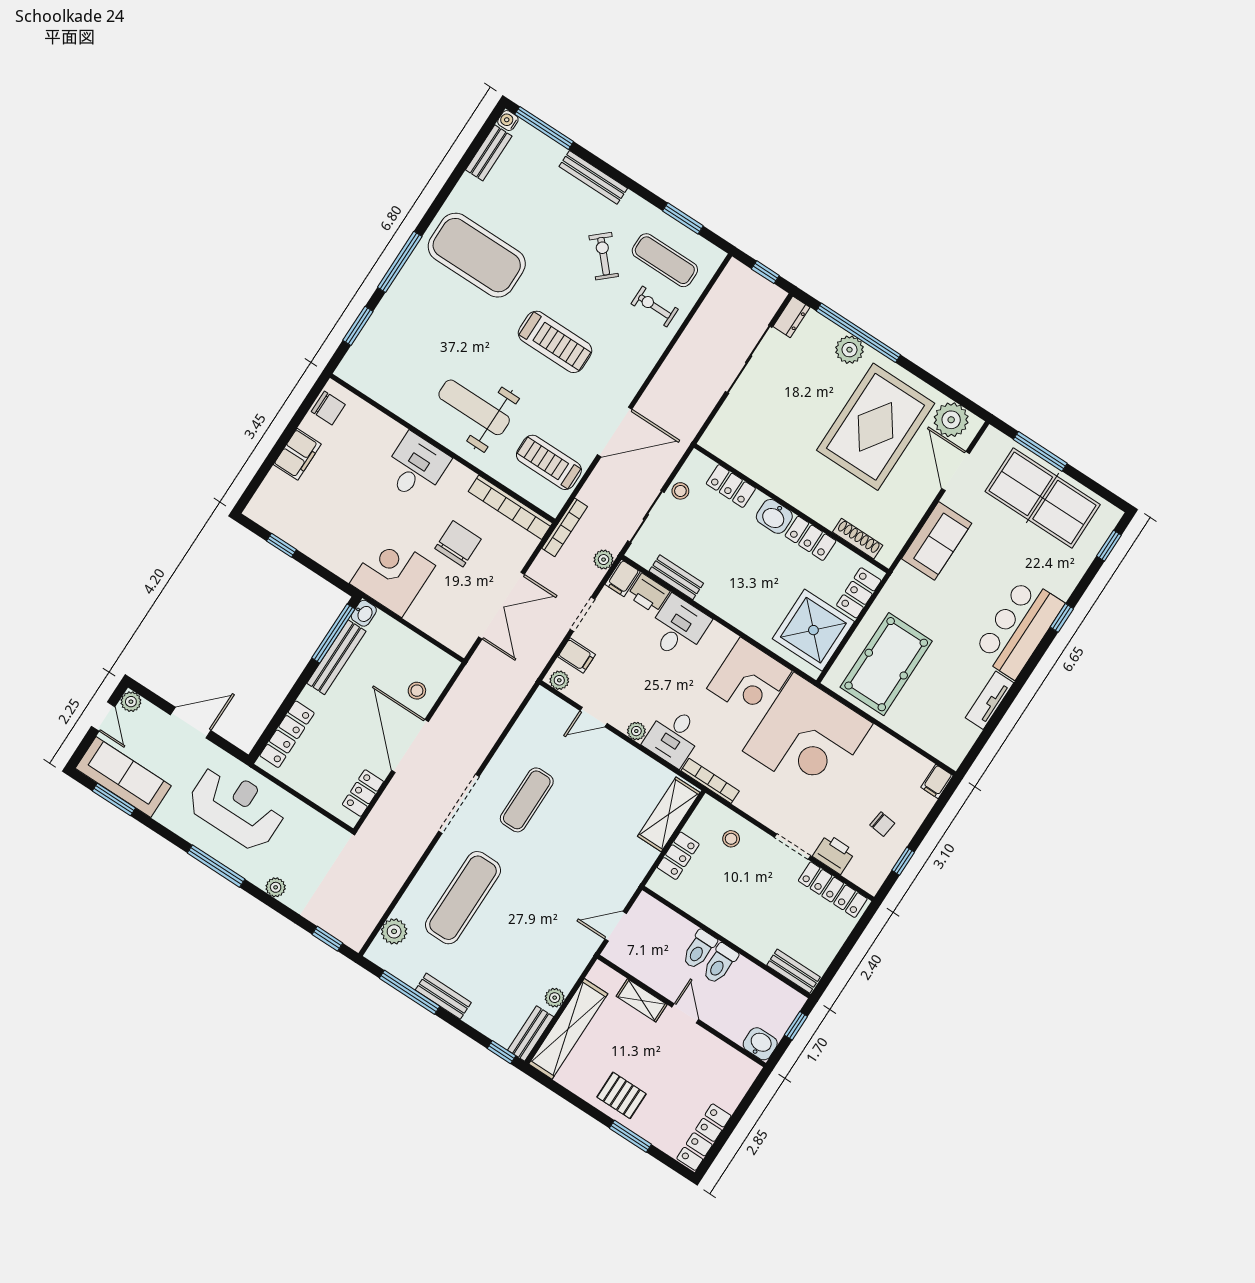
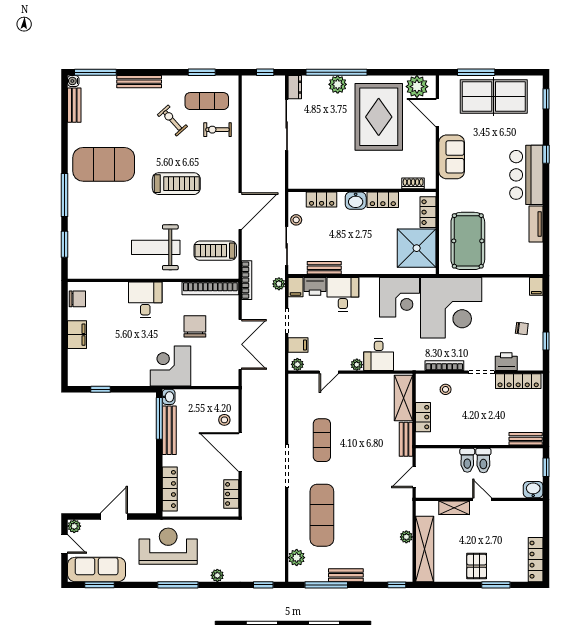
shoe rack: (858, 539) -> (413, 183), width x0.70
bookcase: (710, 781) -> (444, 366), moved
bench: (531, 1033) -> (406, 439), moved
pallet: (622, 1095) -> (477, 566), turned 90

